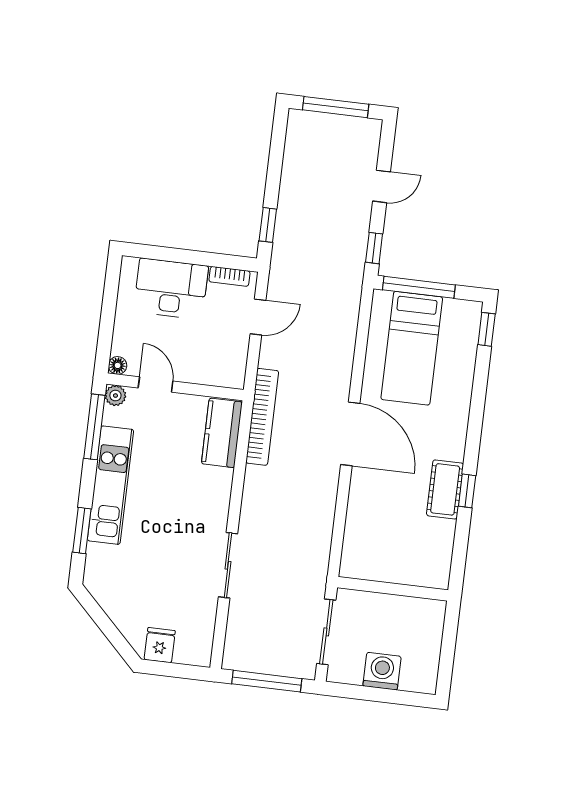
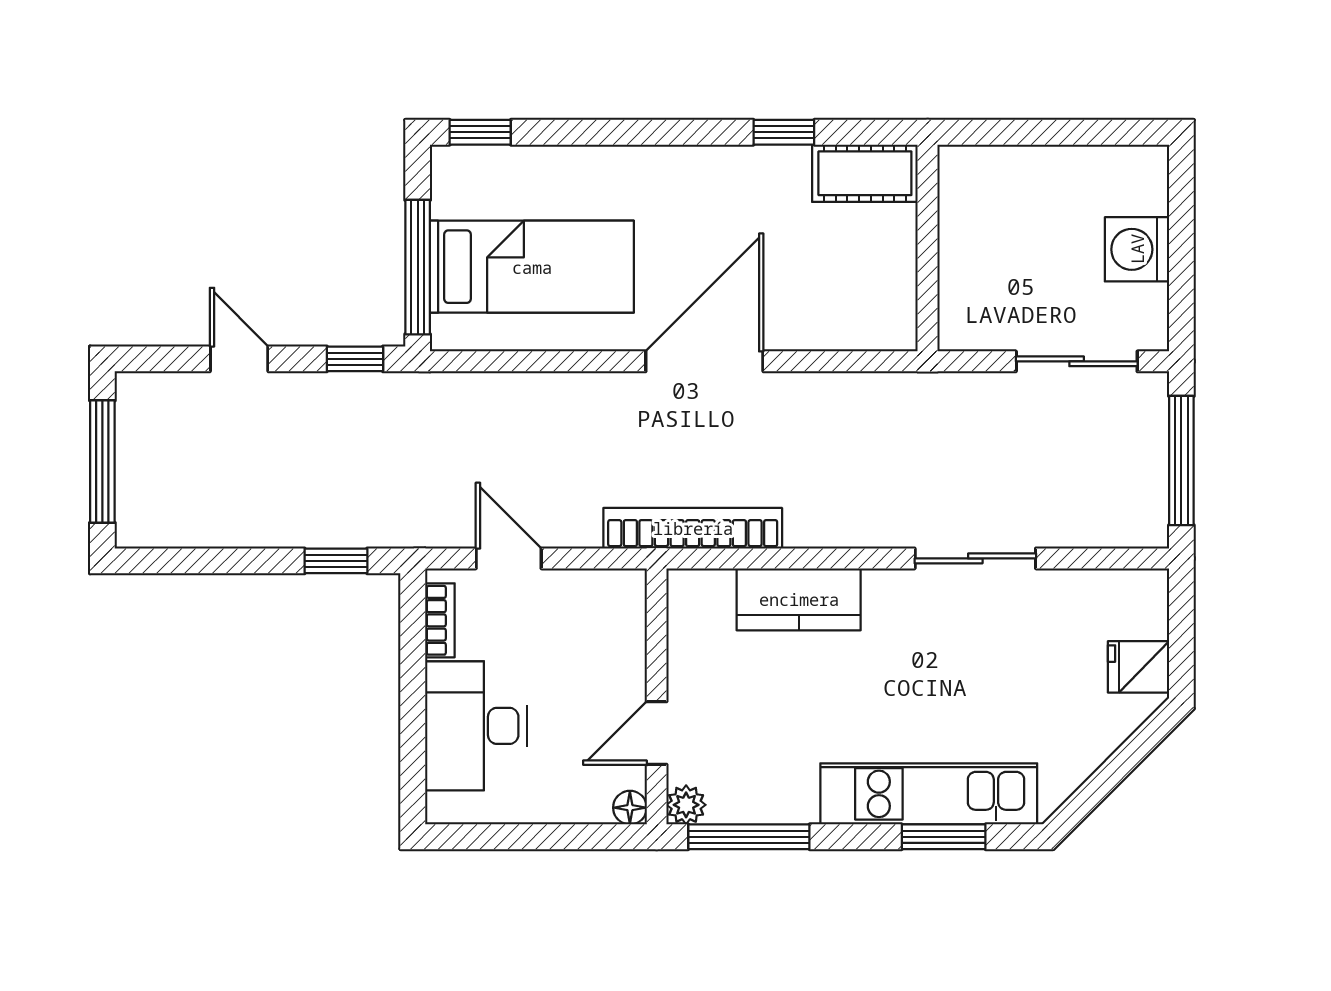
kitchen counter: (222, 433) -> (799, 599), moved
kitchen unit: (111, 485) -> (929, 794), moved
cot: (445, 489) -> (865, 173), moved
wall: (393, 589) -> (928, 248), moved

